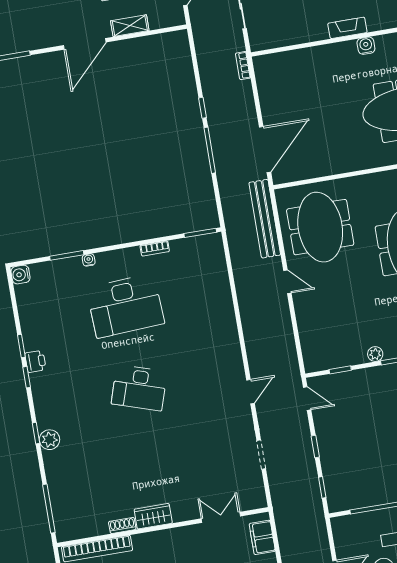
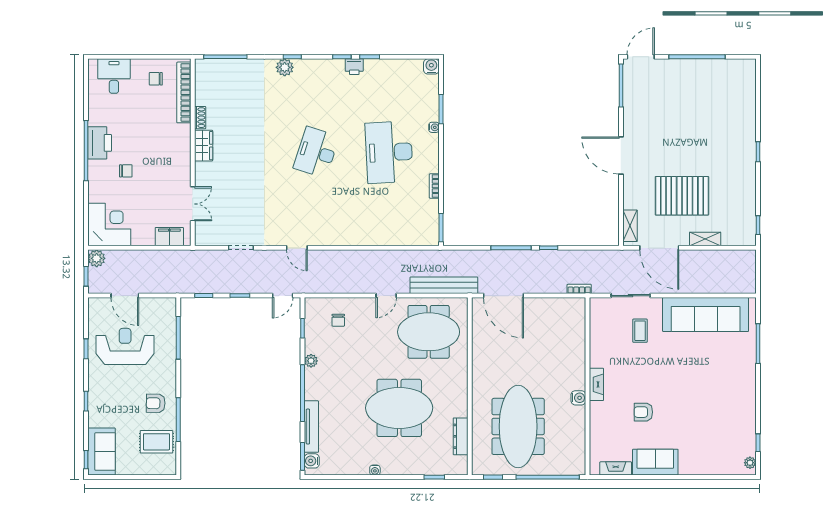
shelving: (130, 26) -> (630, 226), moved
chair: (324, 331) -> (338, 320), added

